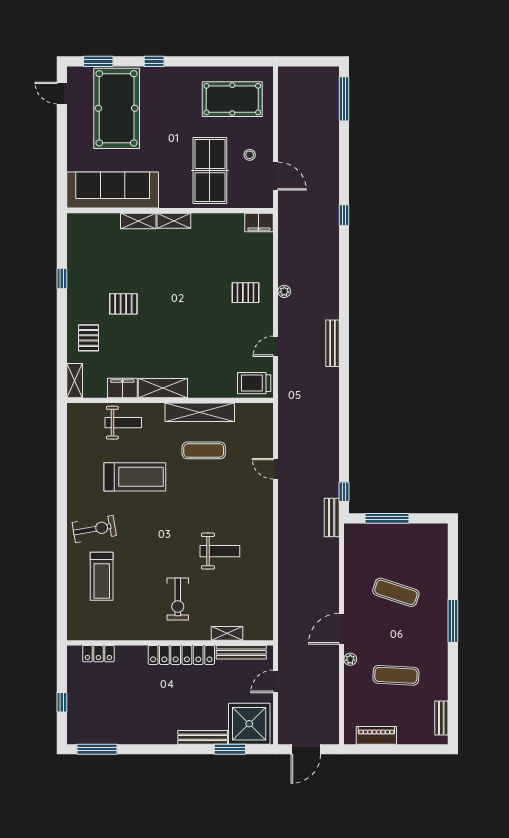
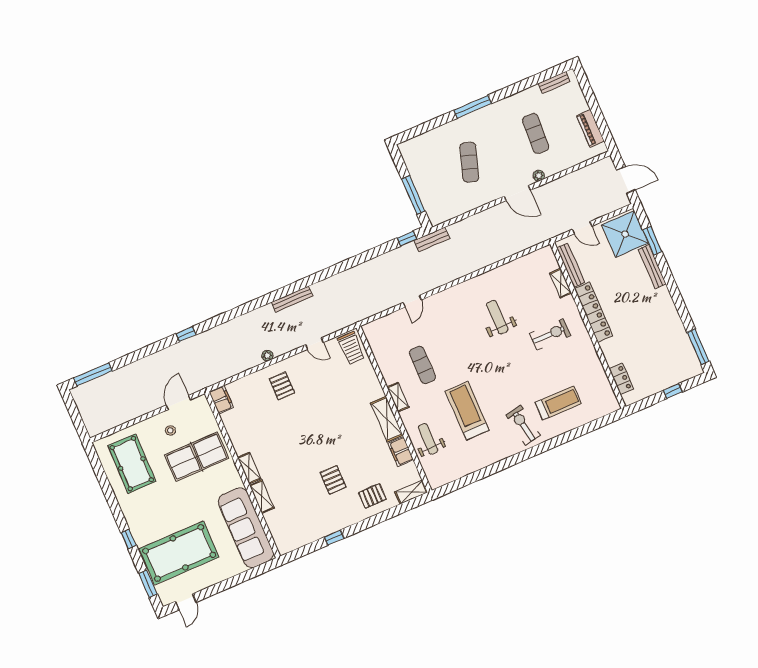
shelving: (200, 412) -> (398, 397), width x0.45, depth x0.75

